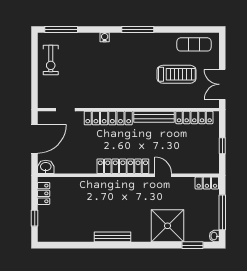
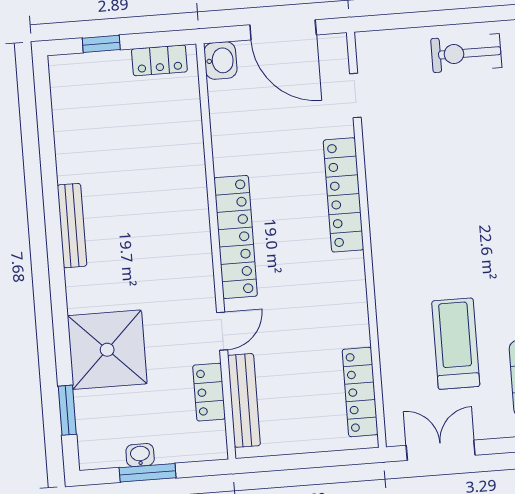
treadmill: (177, 74) -> (456, 344), turned 180
bench: (154, 117) -> (244, 400), moved
window: (222, 146) -> (300, 461), removed
locker: (207, 183) -> (209, 392), moved
window: (222, 212) -> (148, 473), width x0.69
washbasin: (214, 236) -> (140, 455), moved

